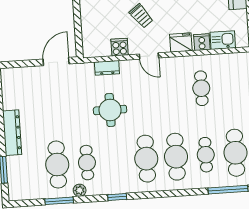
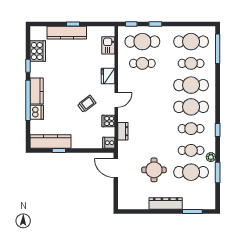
cooker: (202, 42) -> (109, 143), moved
cafe table: (231, 86) -> (142, 42), added
round table: (110, 110) -> (154, 170), moved
cafe table: (117, 161) -> (191, 129), added

